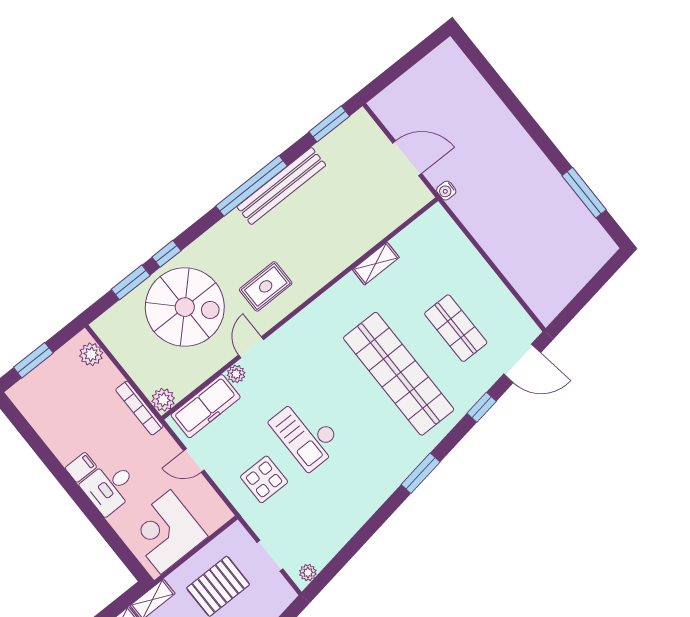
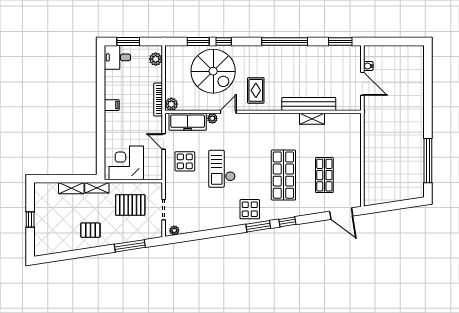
bench: (281, 186) -> (309, 104), moved
water cooler: (446, 191) -> (368, 66), moved
window: (584, 193) -> (428, 161), width x1.46
rug: (266, 286) -> (256, 90), turned 90
shop shelf: (399, 374) -> (283, 175), width x0.71
window: (482, 407) -> (287, 222), moved
display table: (390, 459) -> (250, 209), added
display table: (264, 479) -> (185, 161), moved
desk: (110, 487) -> (117, 57), moved

